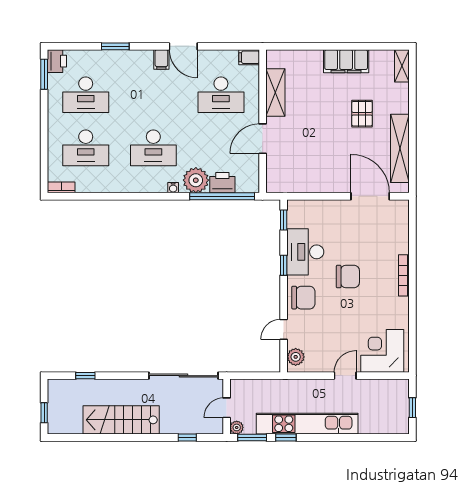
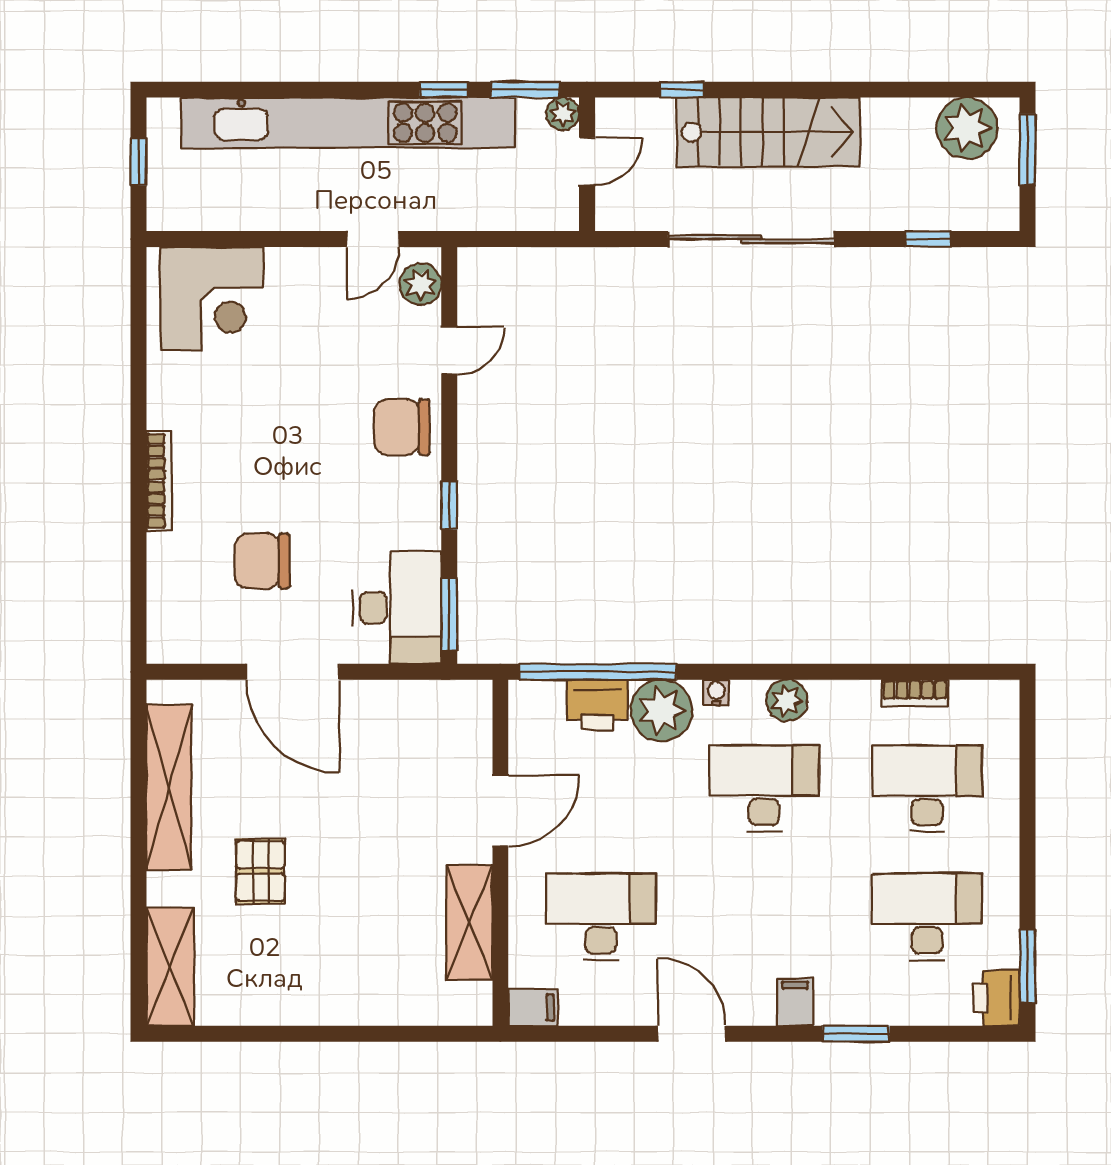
filing cabinet: (161, 59) -> (795, 1002), moved
filing cabinet: (346, 61) -> (299, 998), removed
shelving: (402, 66) -> (170, 967), width x1.50, depth x1.33
plant: (144, 184) -> (787, 700), added
bookcase: (61, 187) -> (915, 693), moved
door: (370, 196) -> (293, 672), moved
window: (284, 220) -> (449, 614), width x1.50
desk: (305, 252) -> (397, 608), moved
chair: (348, 277) -> (262, 561), moved
sliding door: (183, 376) -> (751, 239), moved
door: (345, 376) -> (373, 239), moved
window: (44, 413) -> (1028, 149), width x1.50
stairs: (121, 420) -> (769, 132), moved
plant: (69, 422) -> (967, 128), added
kitchen unit: (307, 424) -> (348, 123), width x1.36

